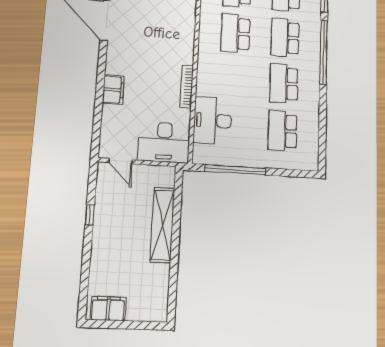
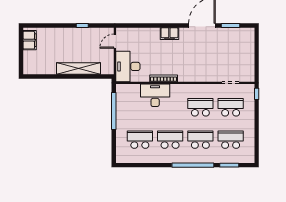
filing cabinet: (113, 90) -> (169, 34), moved
desk: (212, 121) -> (155, 95), moved

